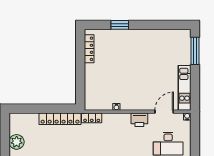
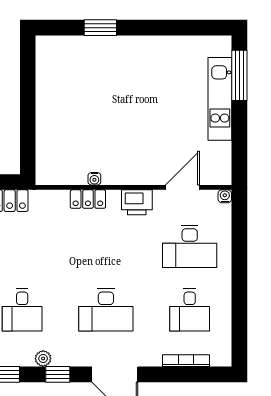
locker: (89, 49) -> (44, 72), removed
kitchen unit: (184, 88) -> (220, 99), moved
locker: (92, 118) -> (88, 199), moved

